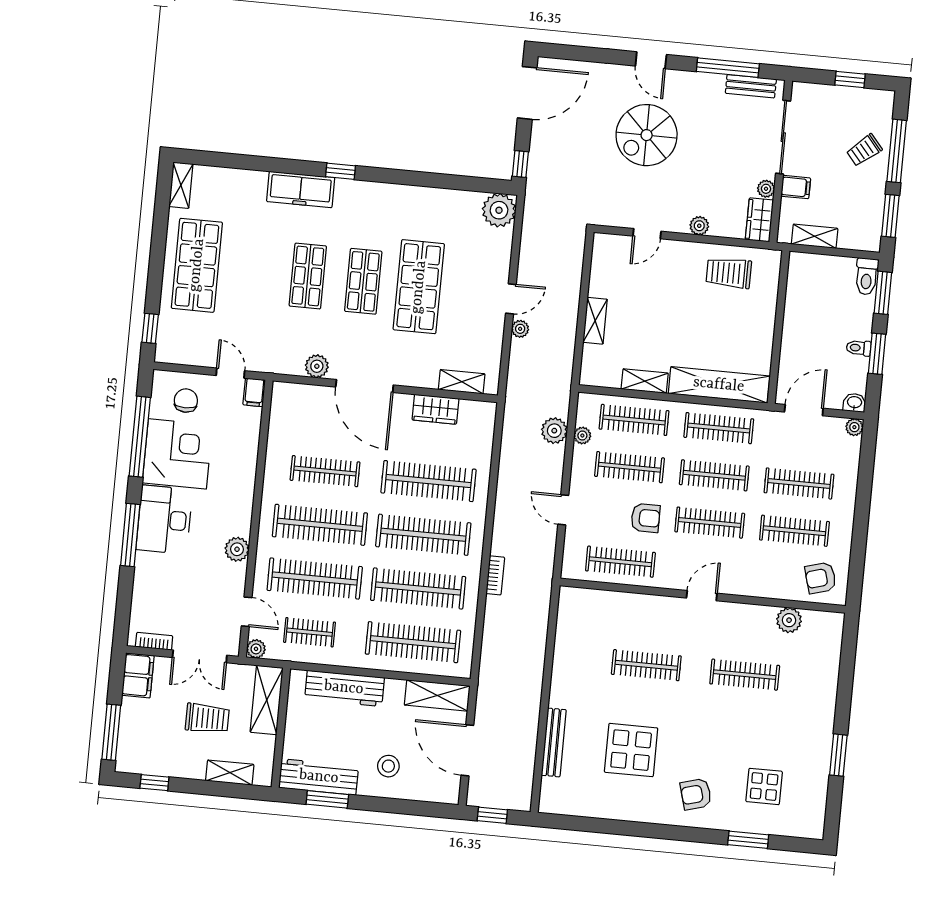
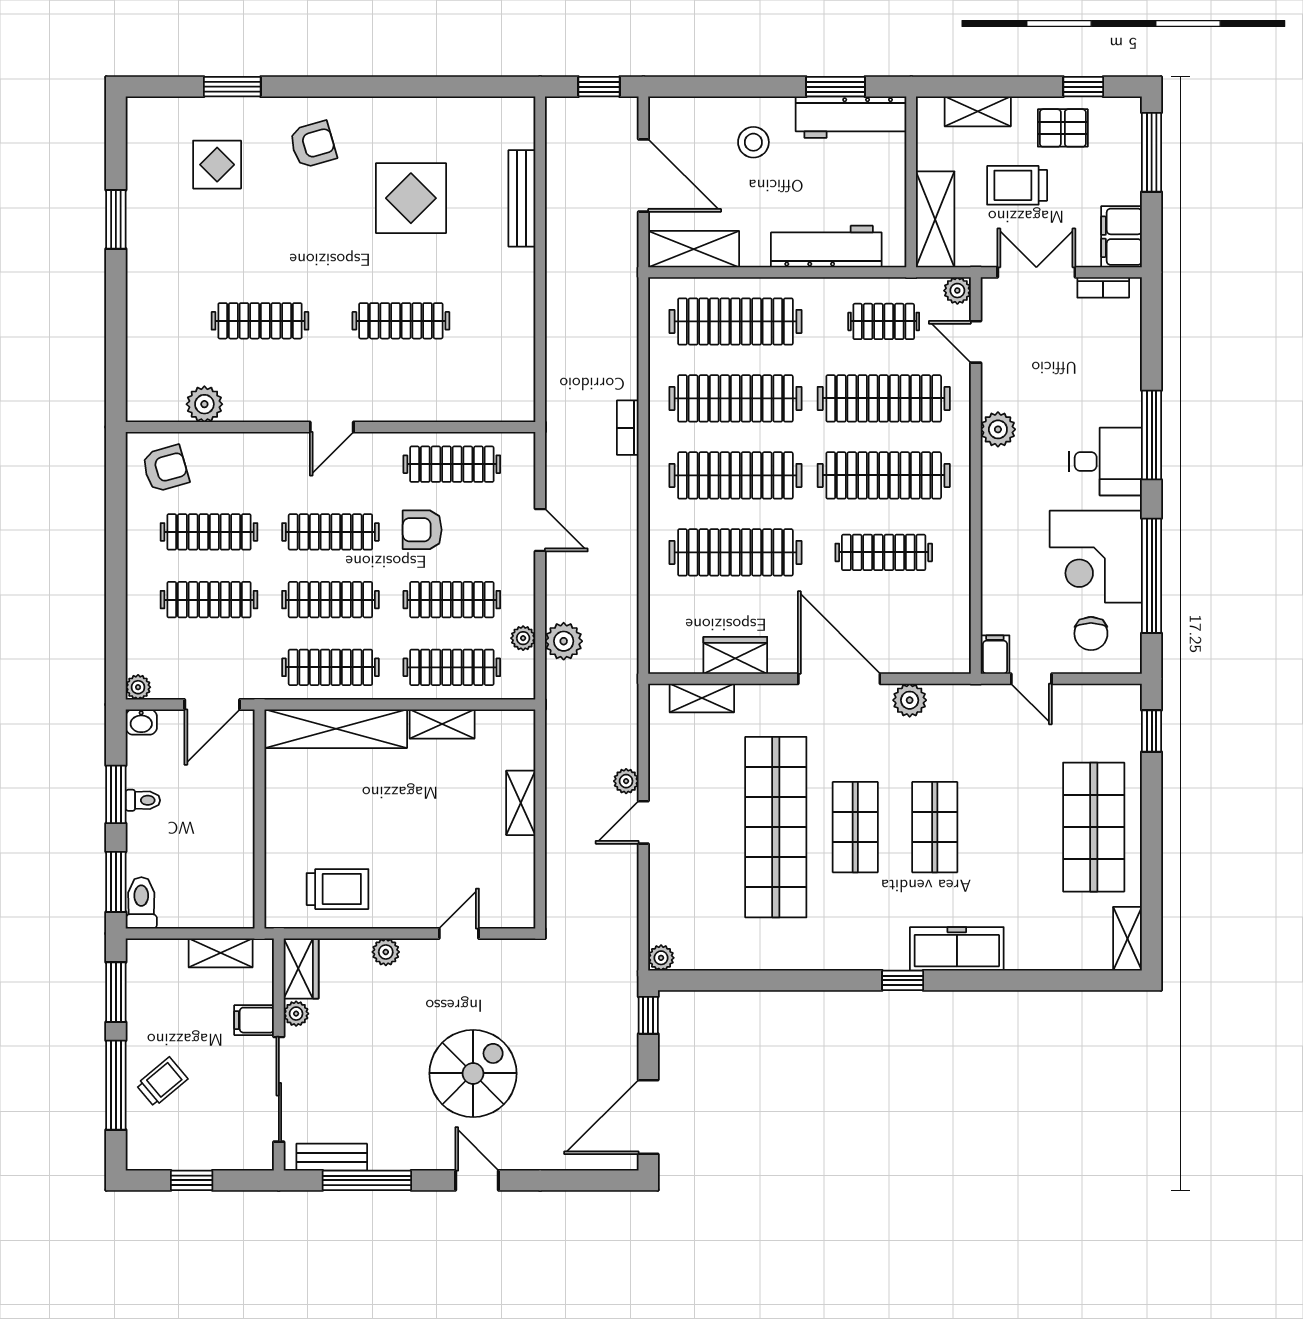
plant: (499, 210) -> (661, 958), width x0.53, depth x0.53
shop shelf: (419, 287) -> (776, 827), width x1.40
desk: (164, 520) -> (1105, 462), width x0.73
pallet: (171, 755) -> (1063, 128), added

